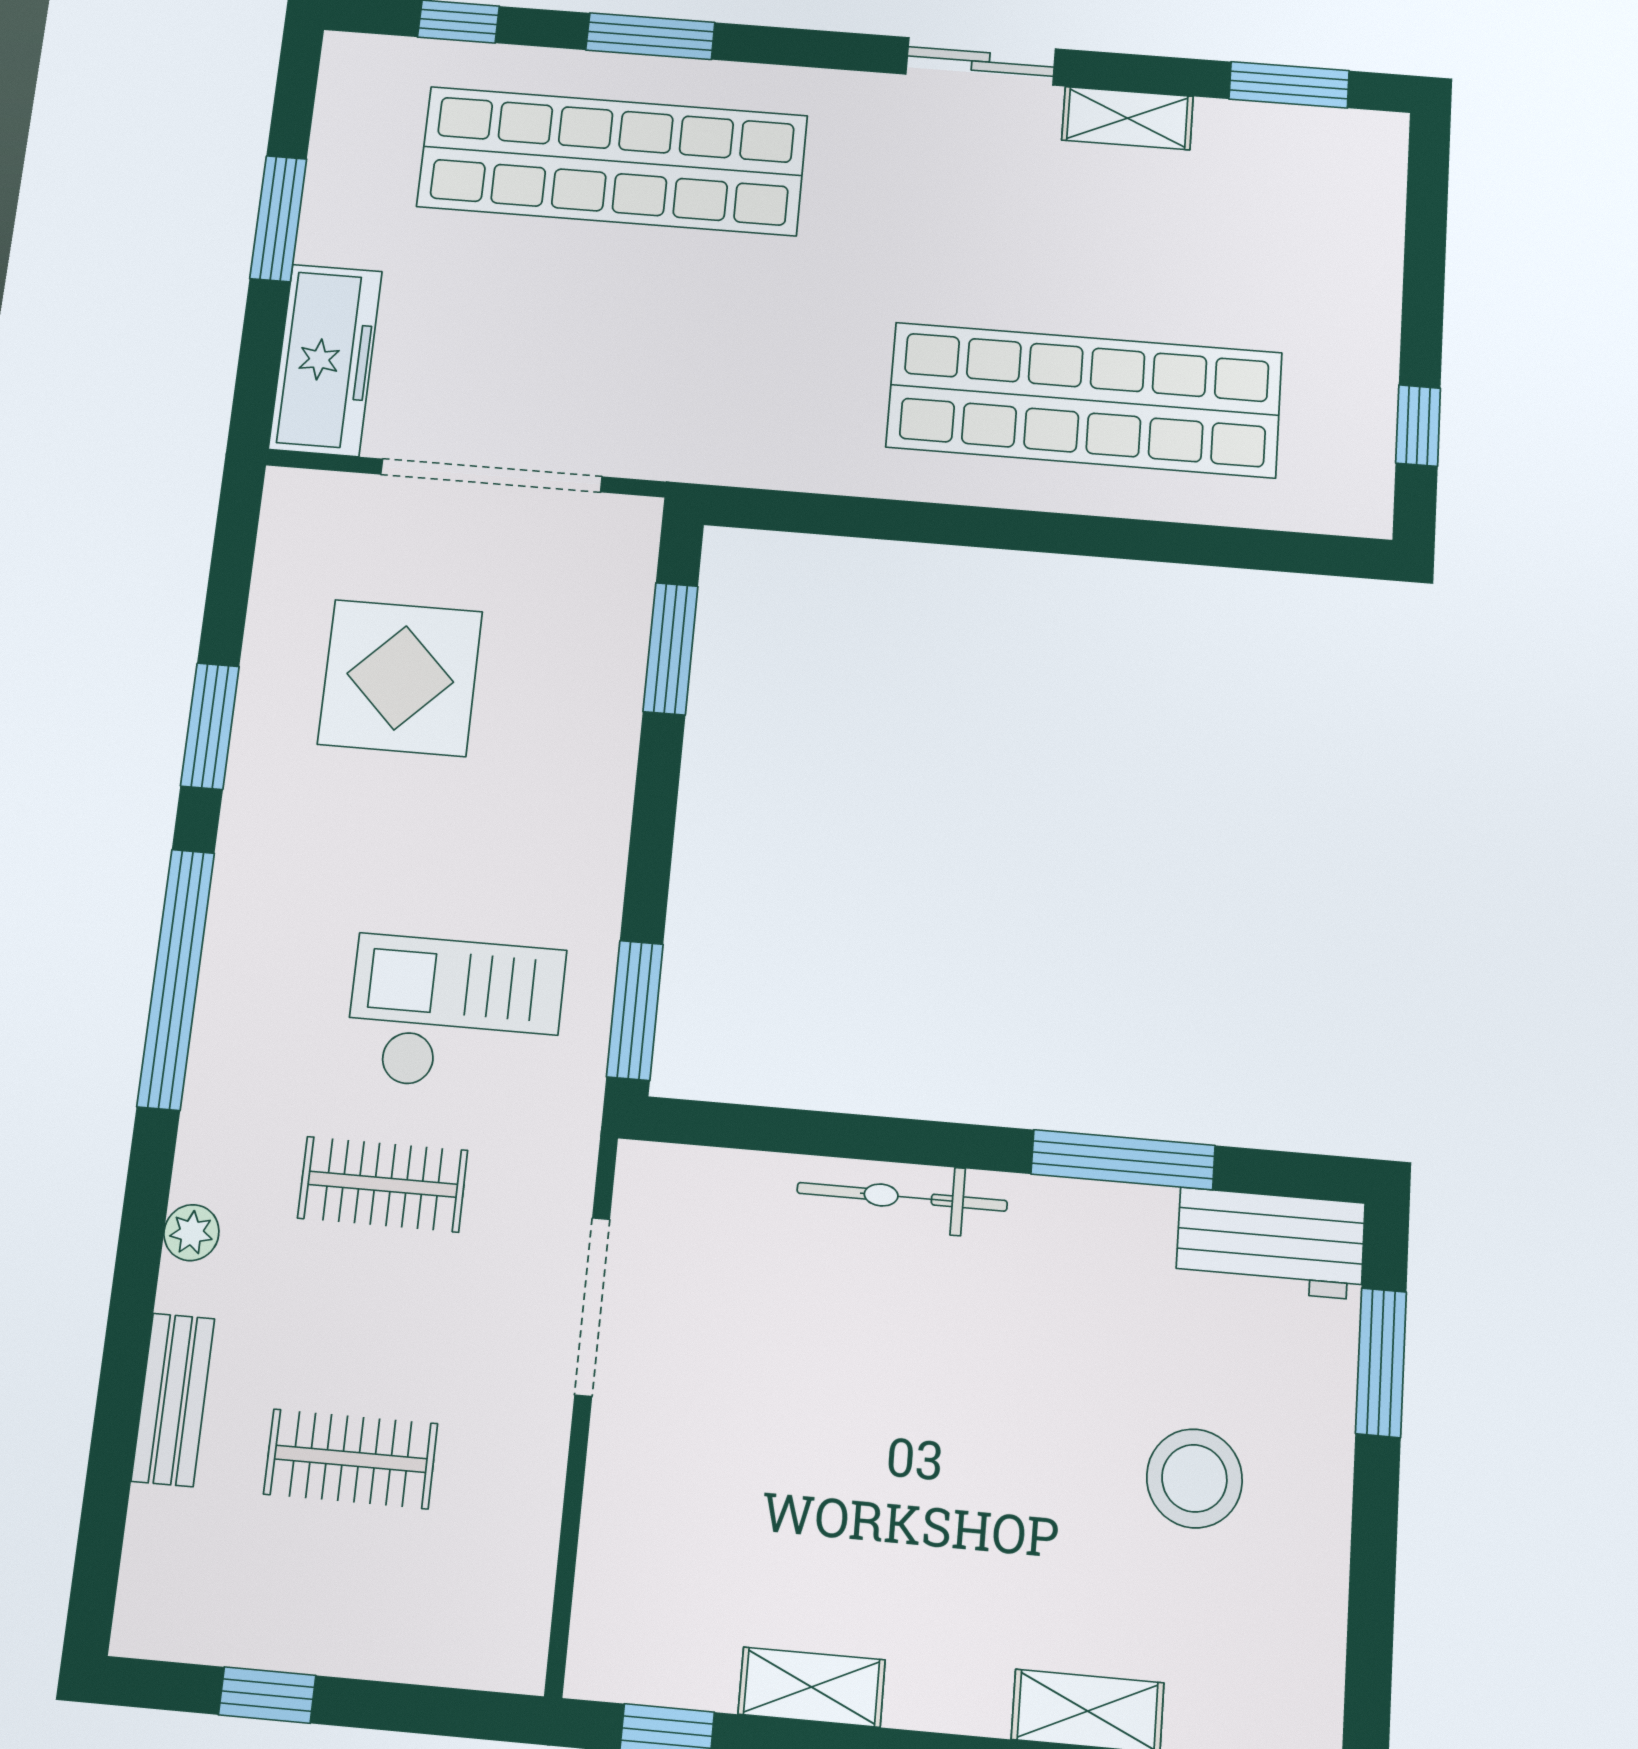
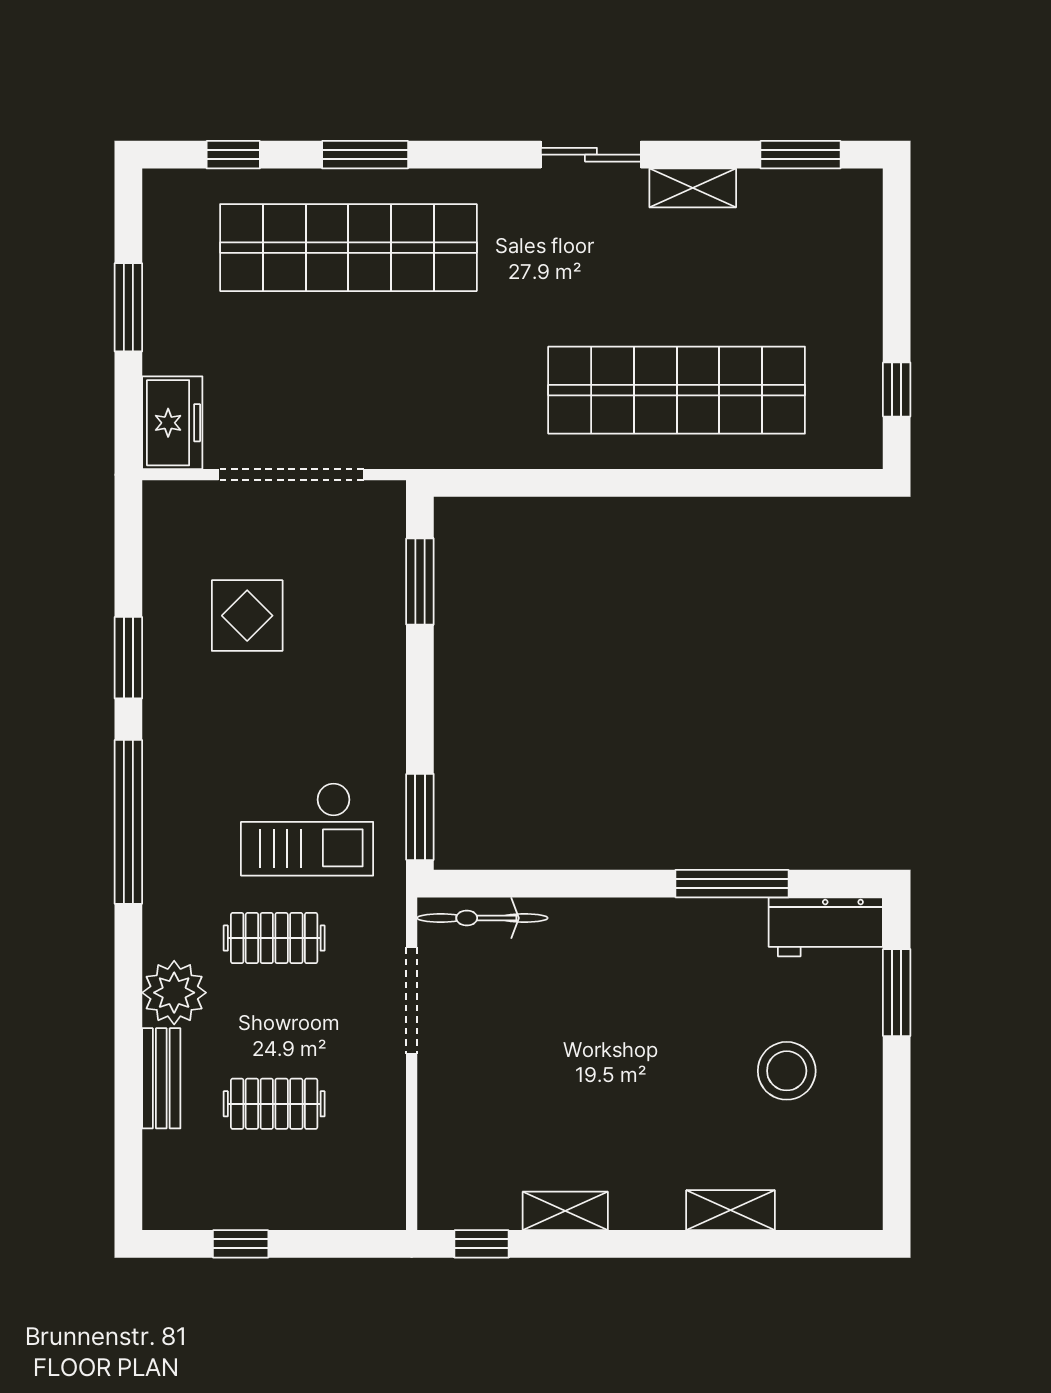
freezer: (325, 360) -> (172, 423), width x0.71
display table: (400, 678) -> (247, 616), width x0.73, depth x0.73
checkout: (455, 1015) -> (307, 829), turned 180
bicycle: (902, 1197) -> (482, 918), moved
plant: (191, 1233) -> (174, 993), width x1.87, depth x1.87

